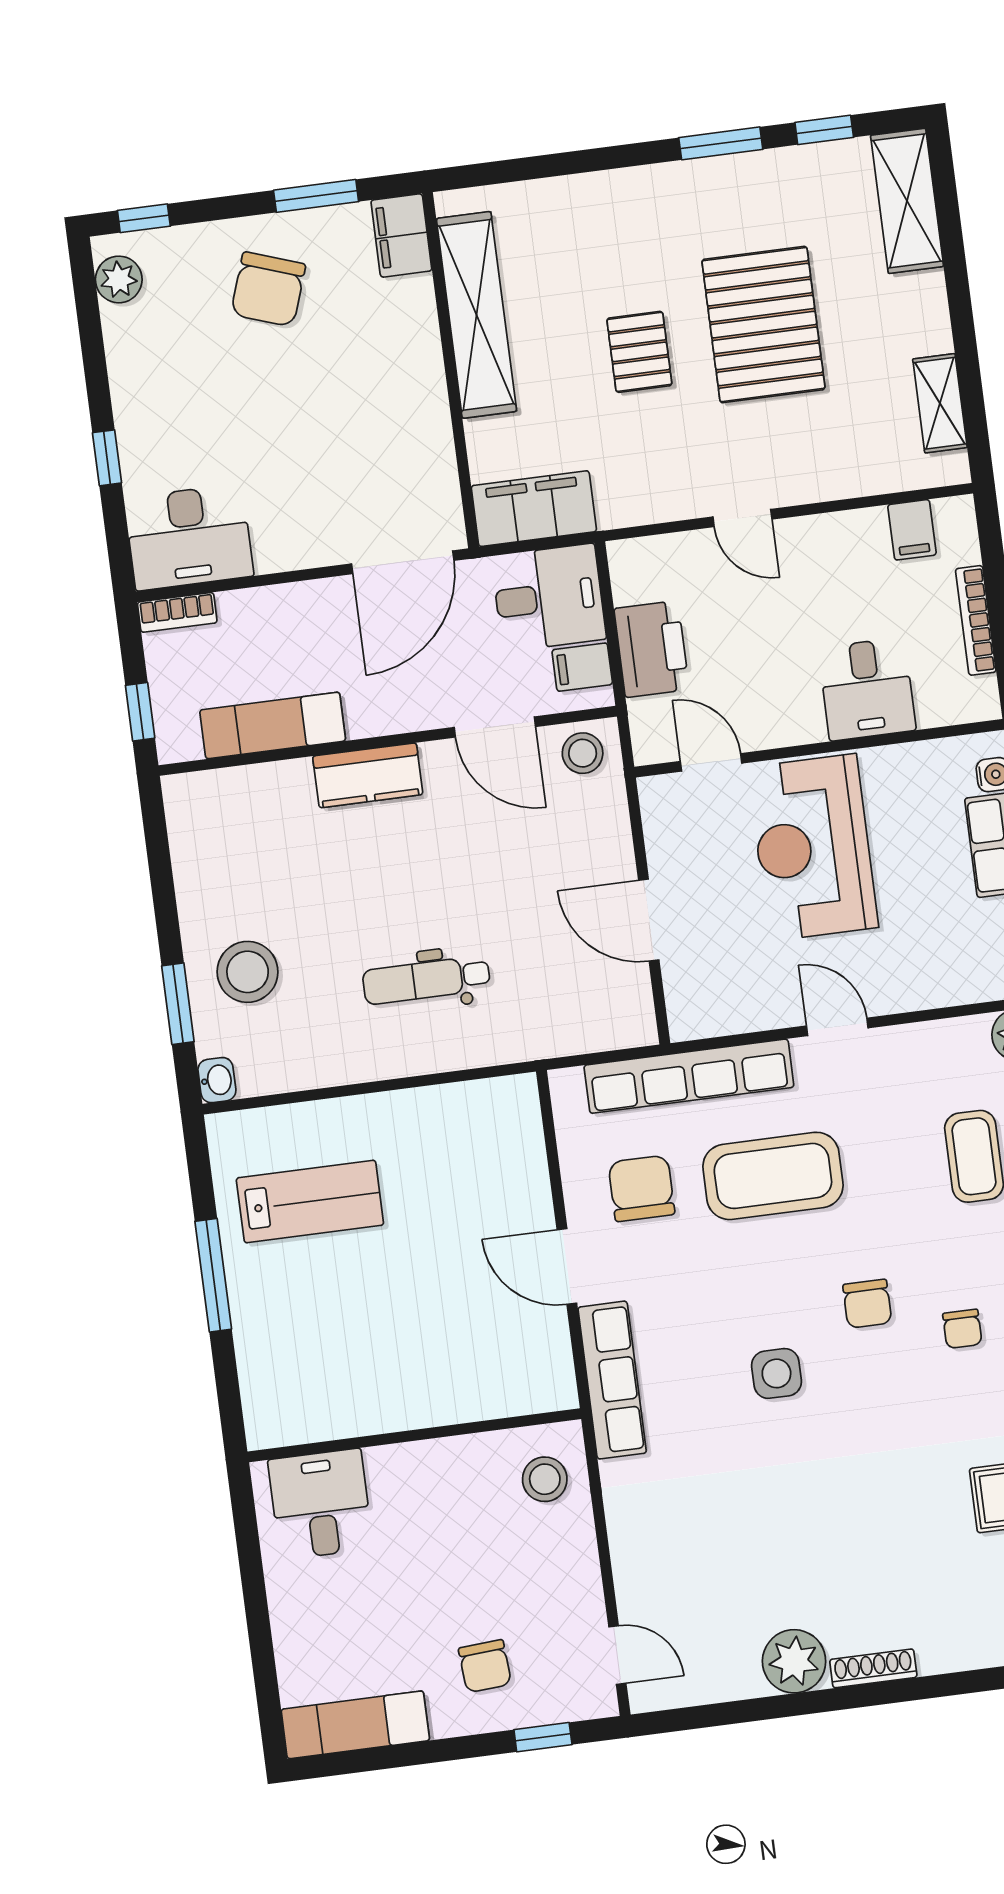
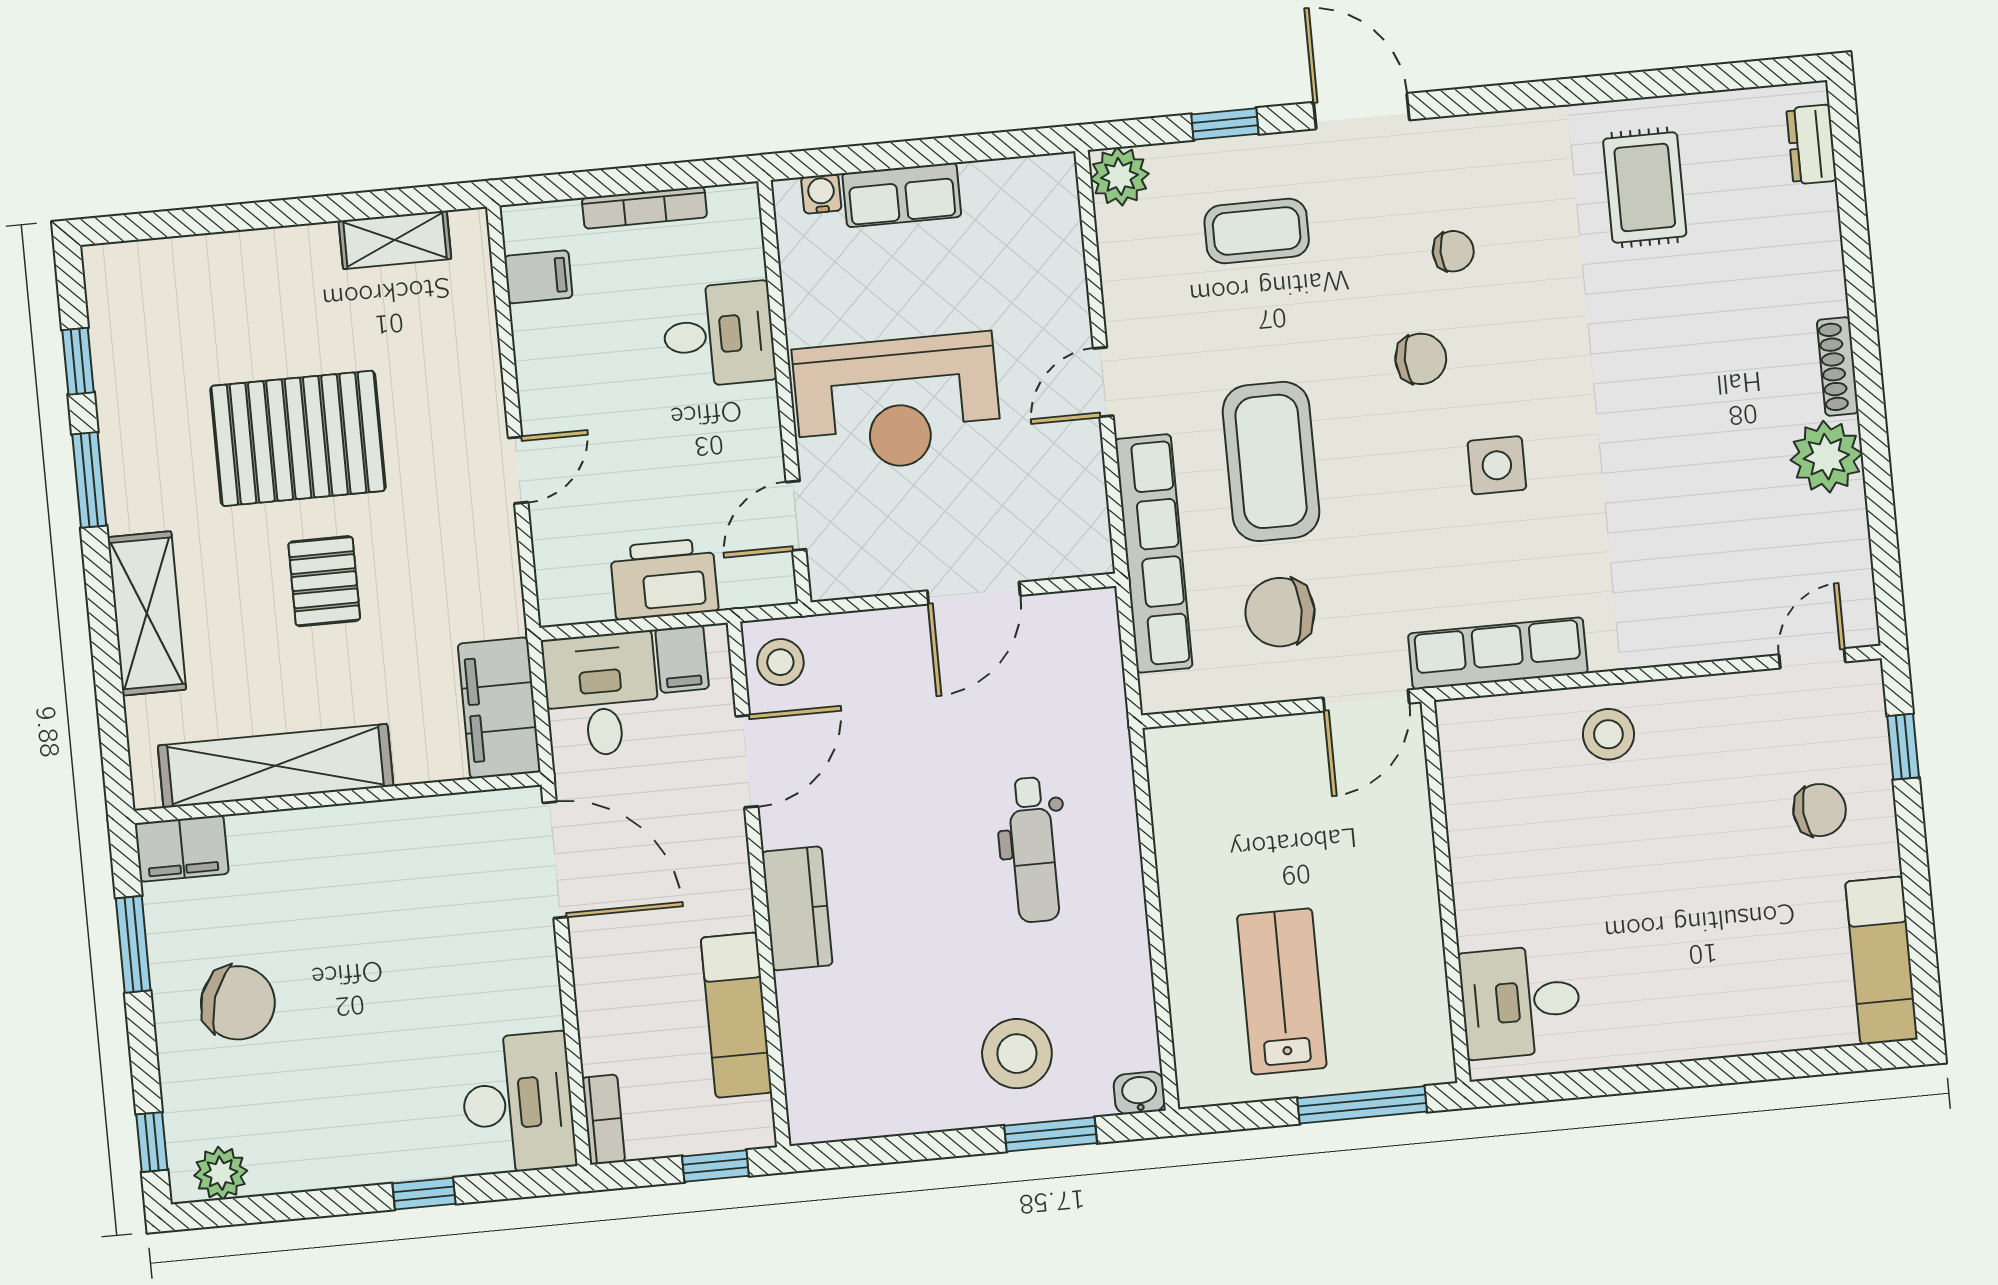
shelving: (907, 201) -> (147, 613), moved, turned 90
pallet: (639, 352) -> (324, 581), turned 90
wall: (414, 1435) -> (1446, 892), moved
desk: (320, 1504) -> (1521, 1002), moved

